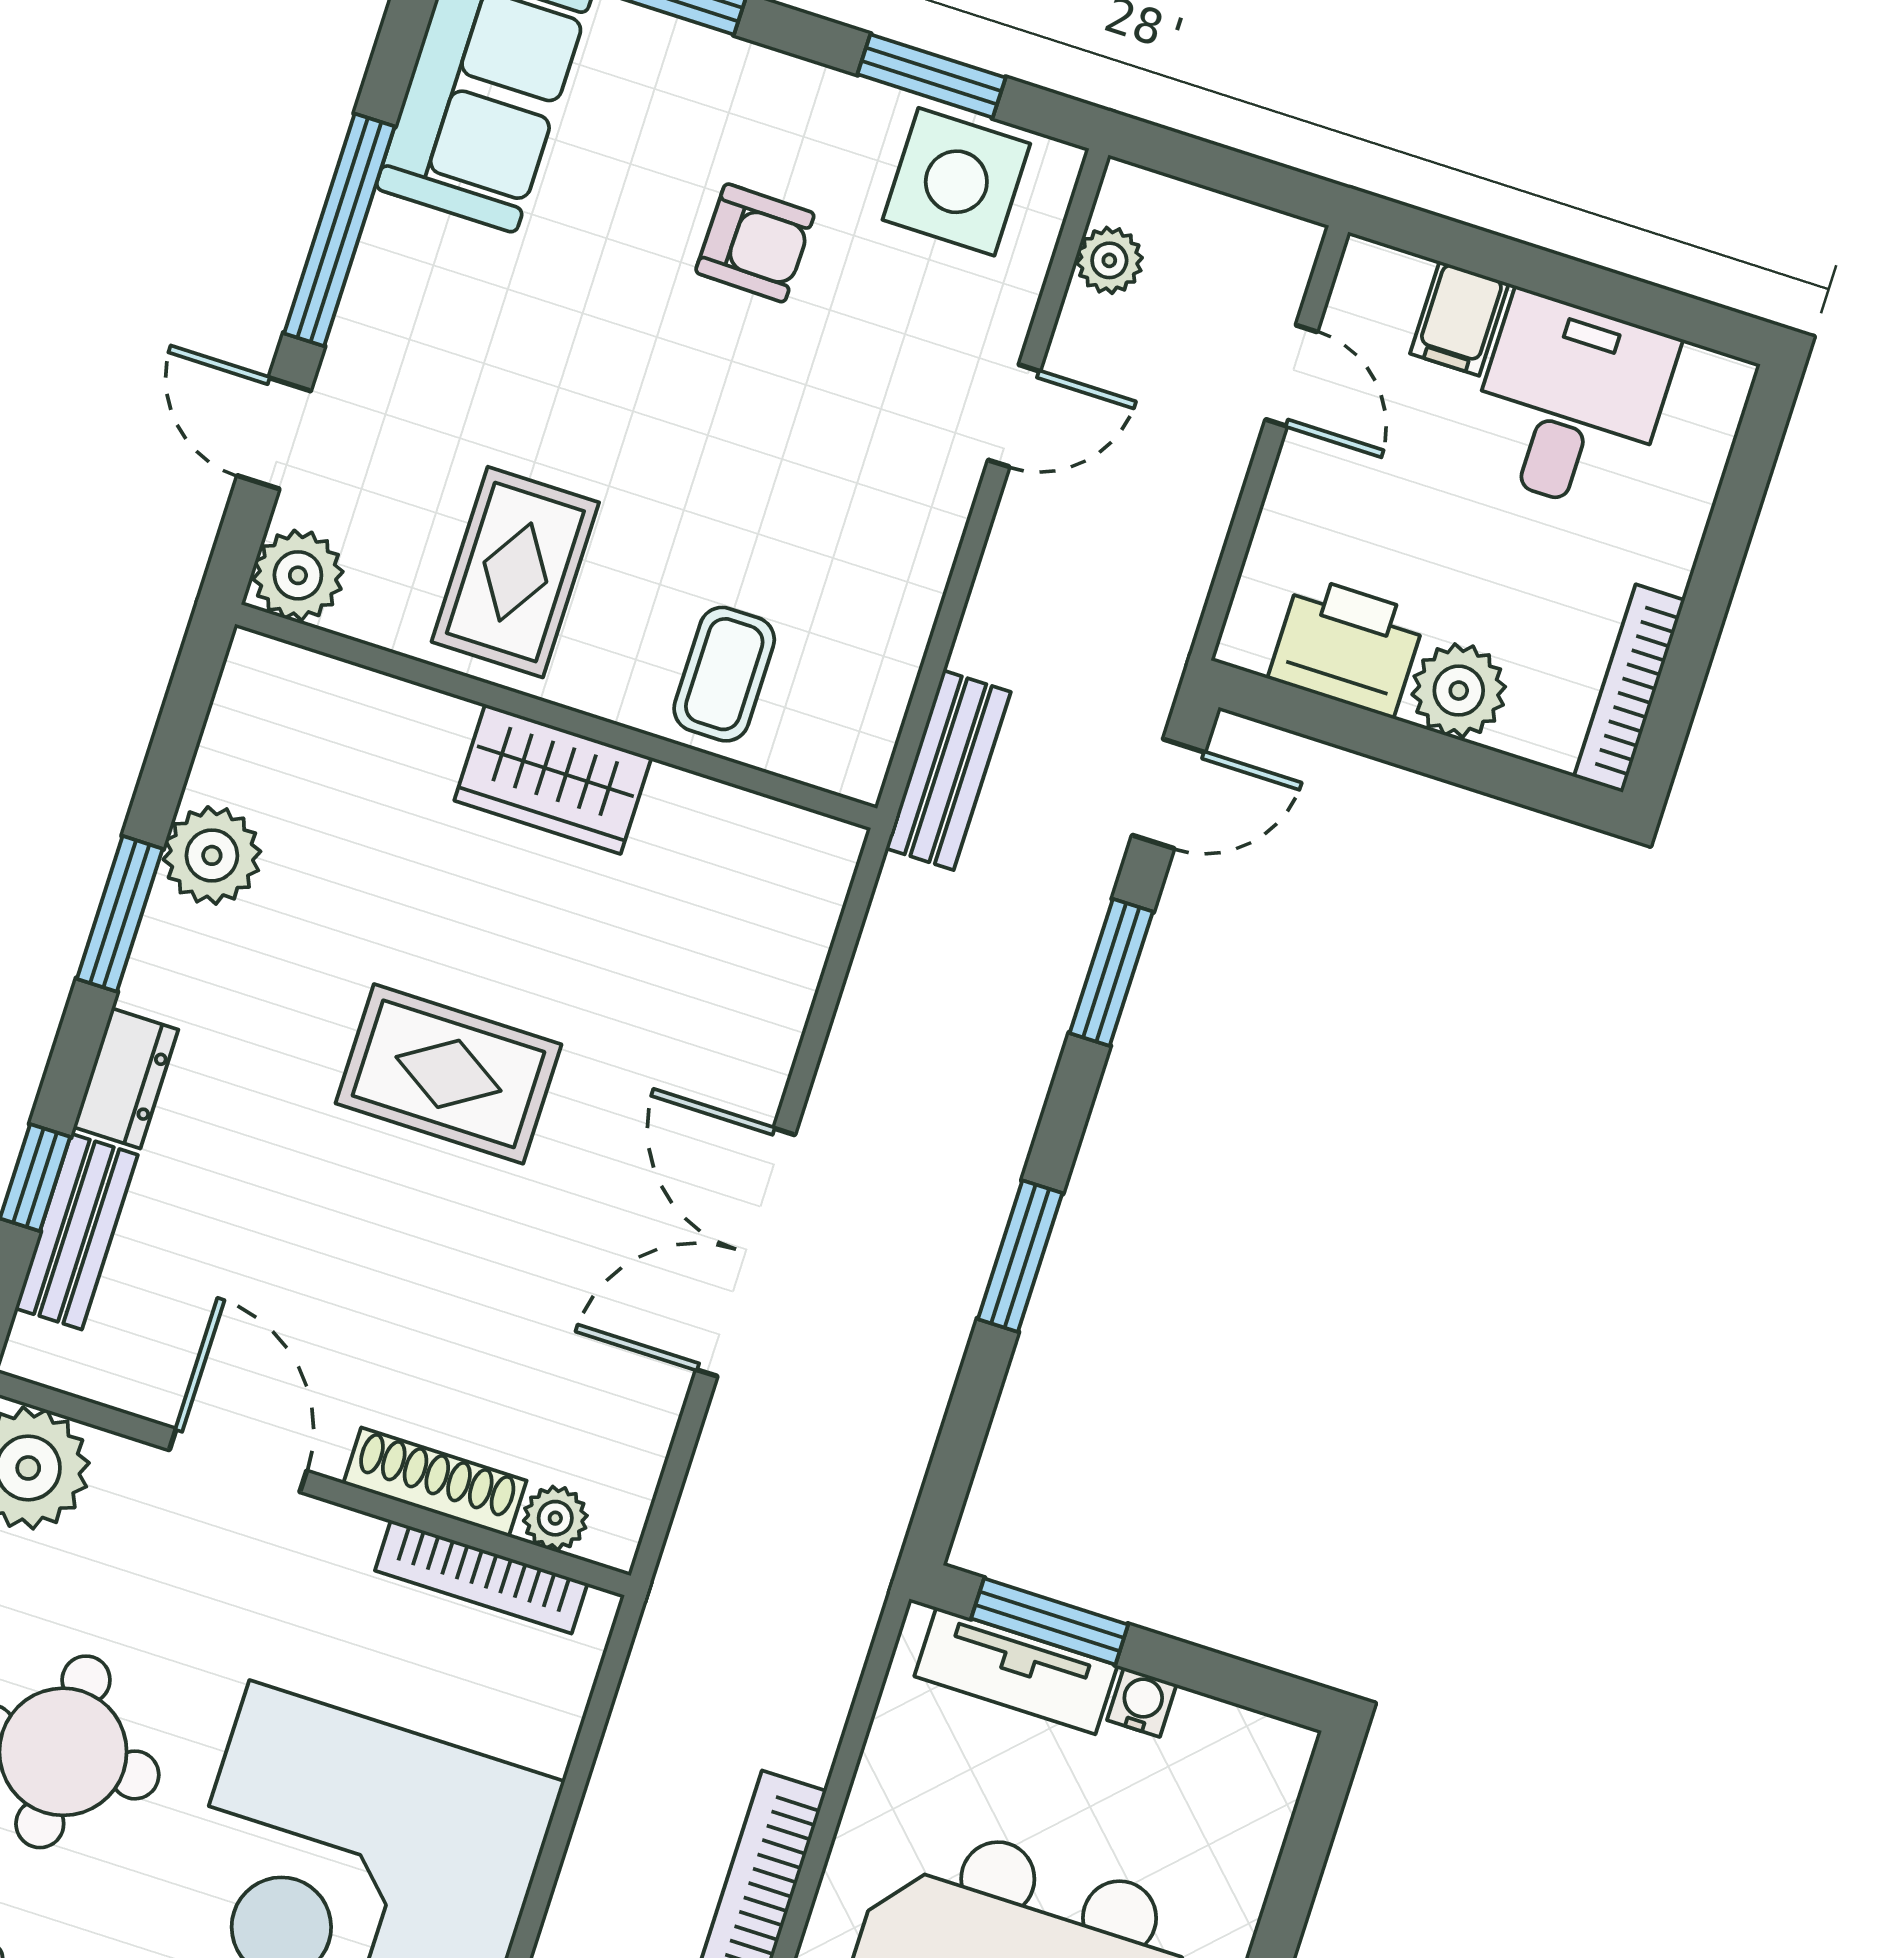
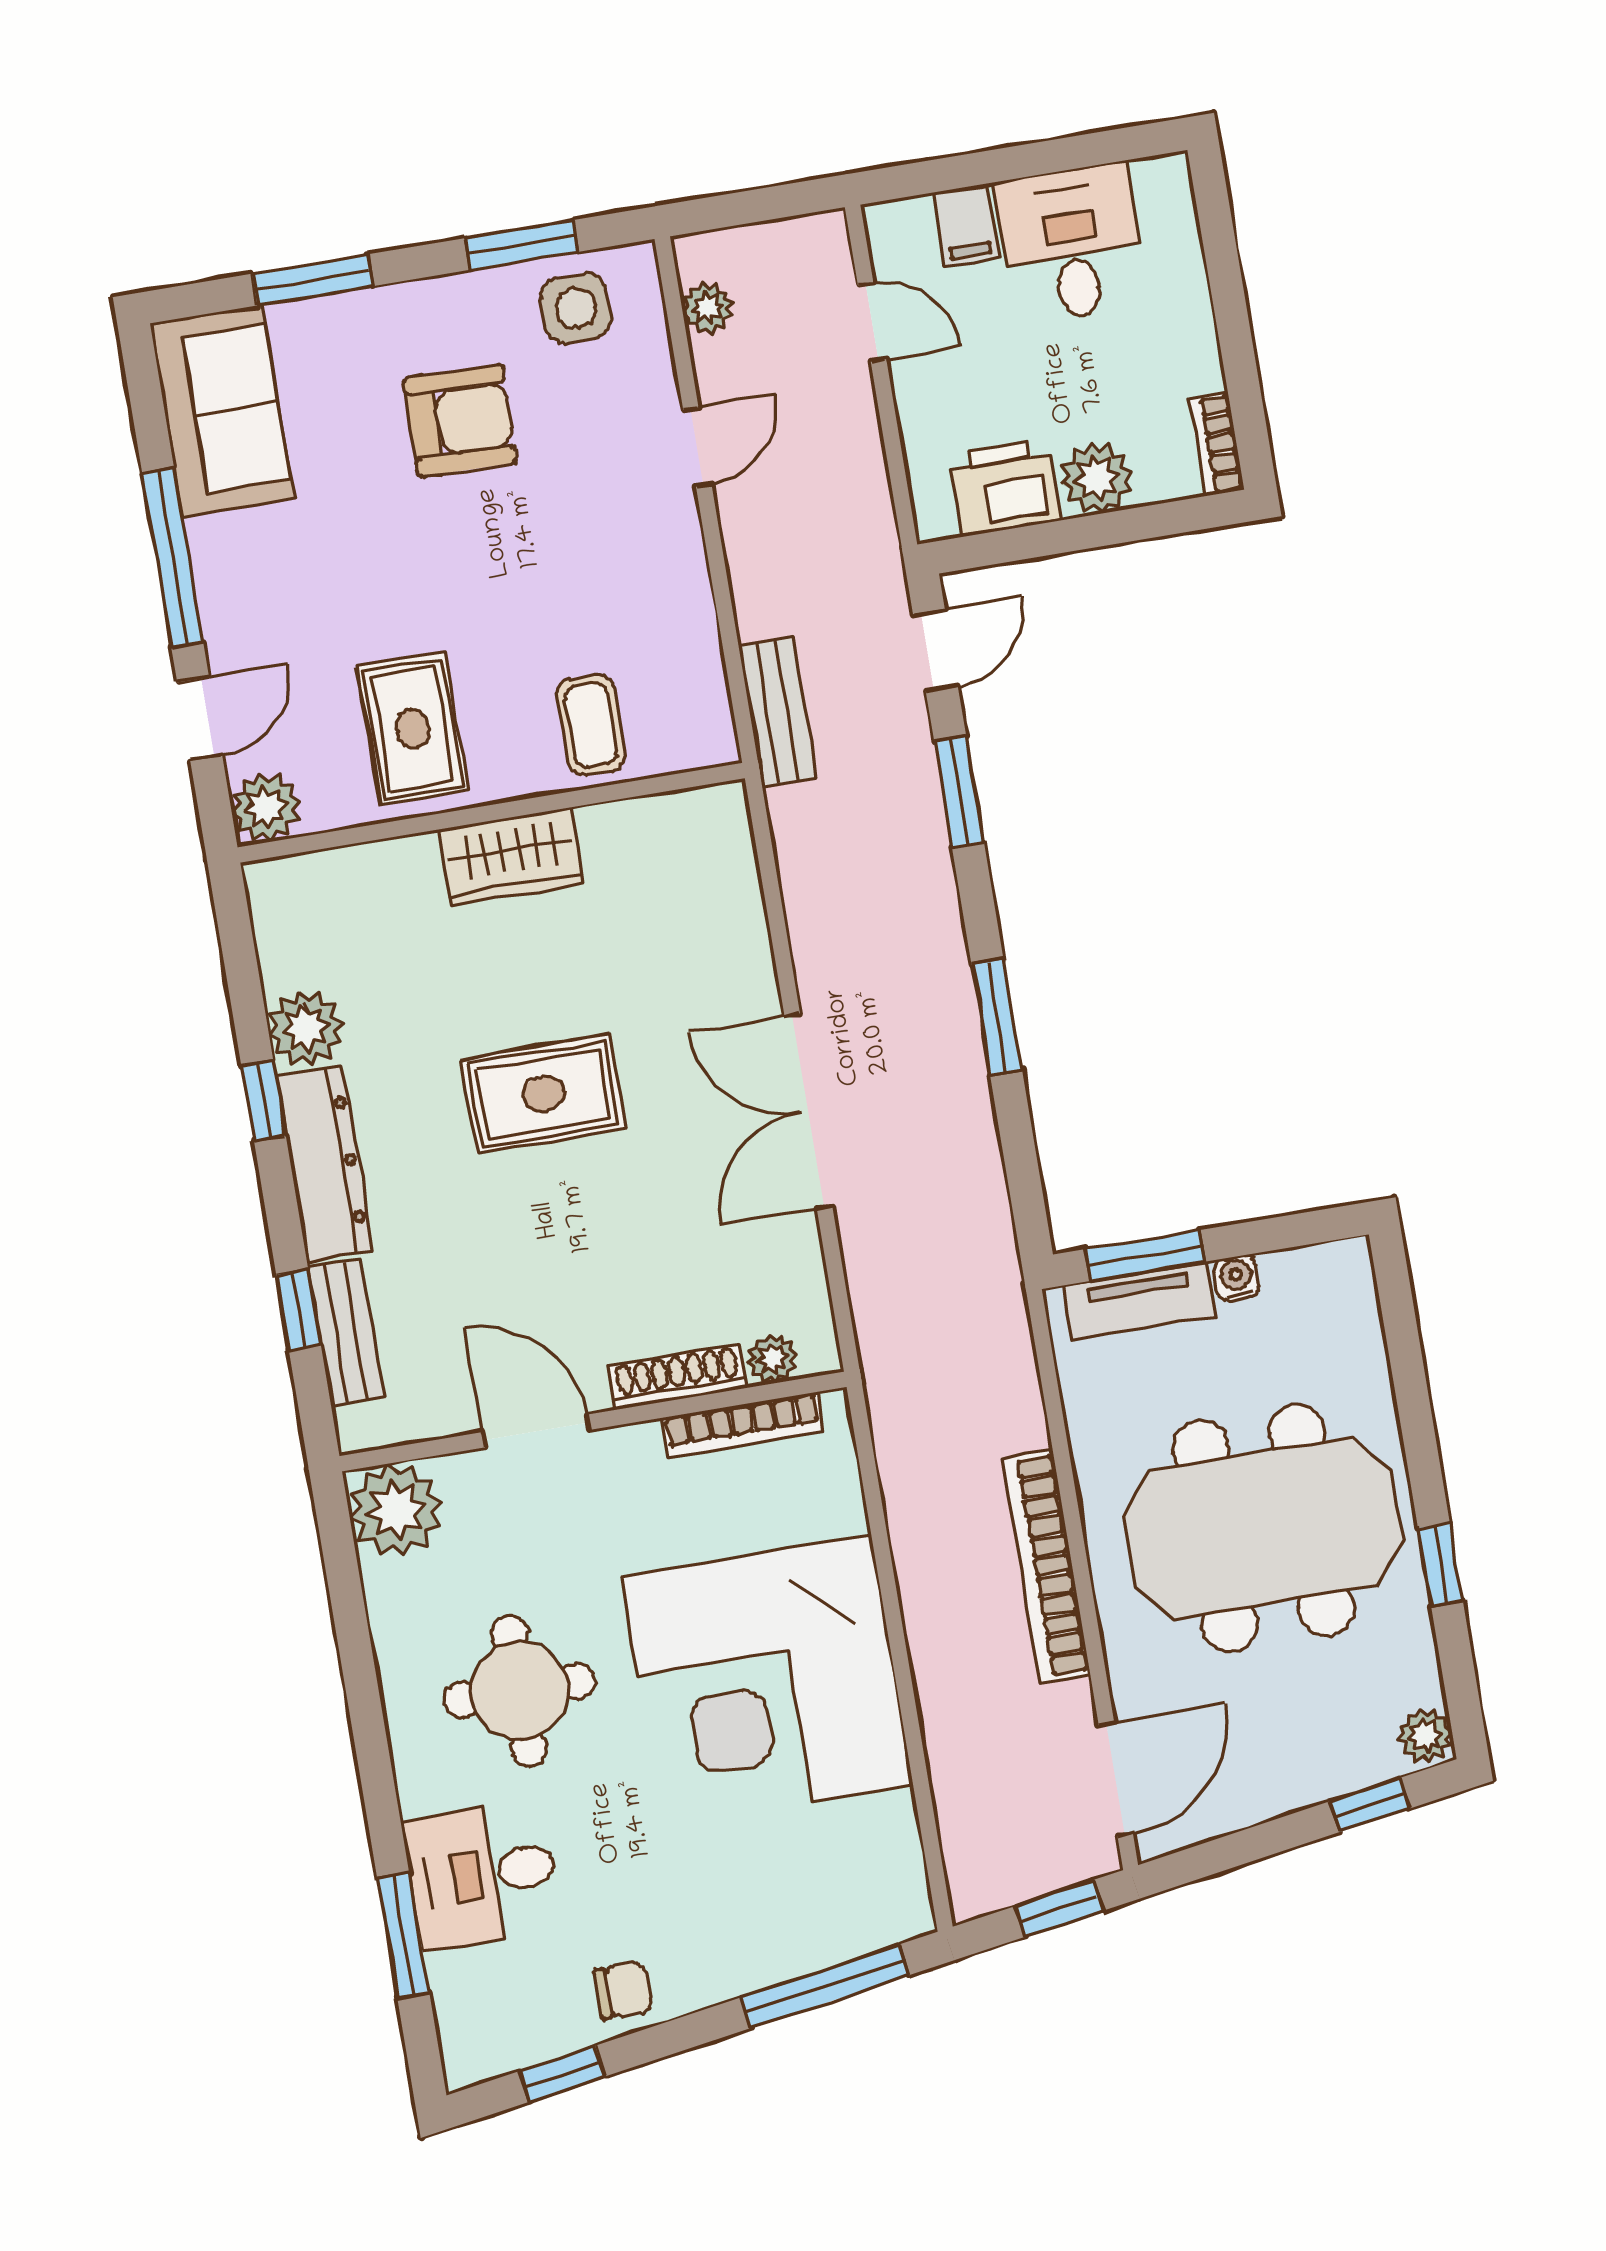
side table: (956, 182) -> (576, 308), width x0.73, depth x0.73
armchair: (755, 243) -> (460, 421), width x1.38, depth x1.38
door: (274, 433) -> (200, 719), swing flipped
bookcase: (1629, 688) -> (1217, 444), width x0.64
window: (120, 914) -> (264, 1100), width x0.67
dresser: (126, 1078) -> (324, 1164), width x1.96, depth x1.24

